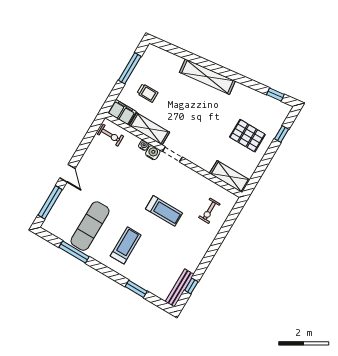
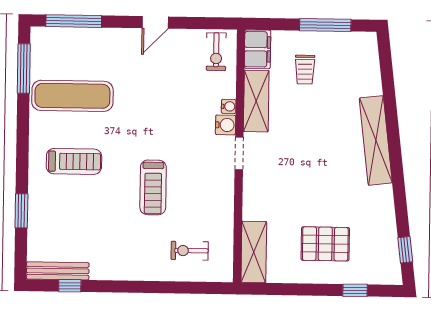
pallet: (247, 136) -> (325, 244), turned 90
door: (68, 173) -> (155, 22), moved
window: (74, 252) -> (24, 69), moved

